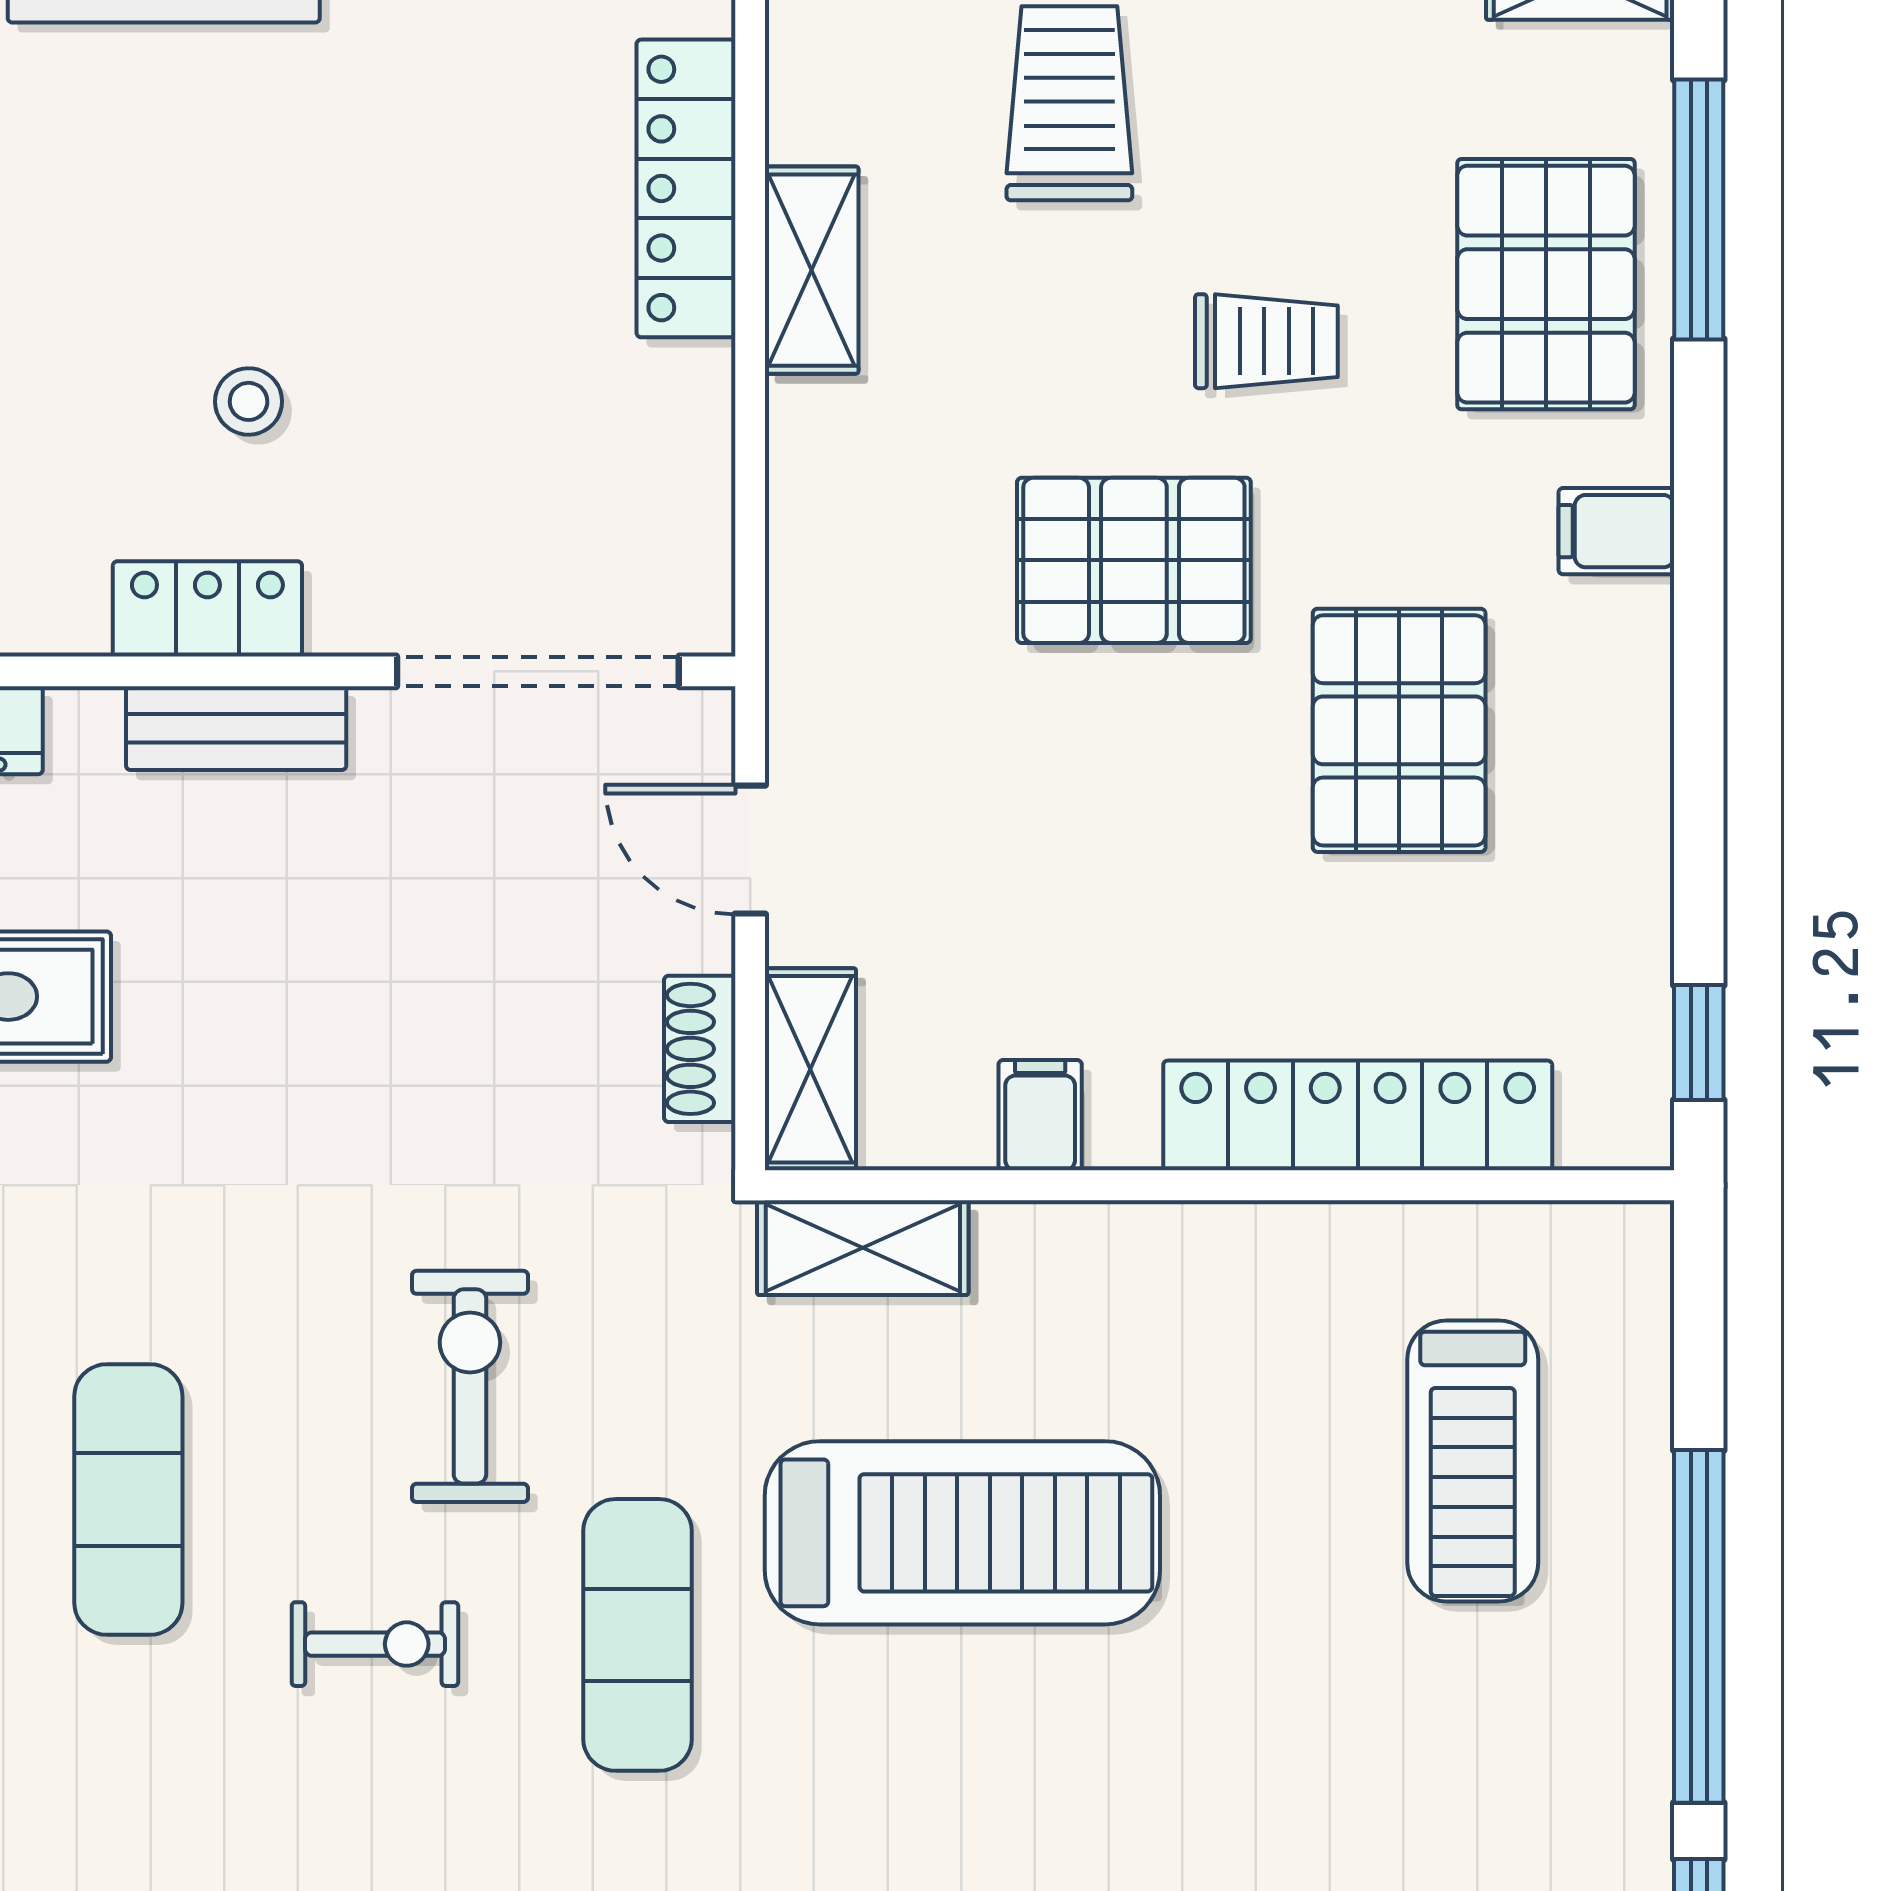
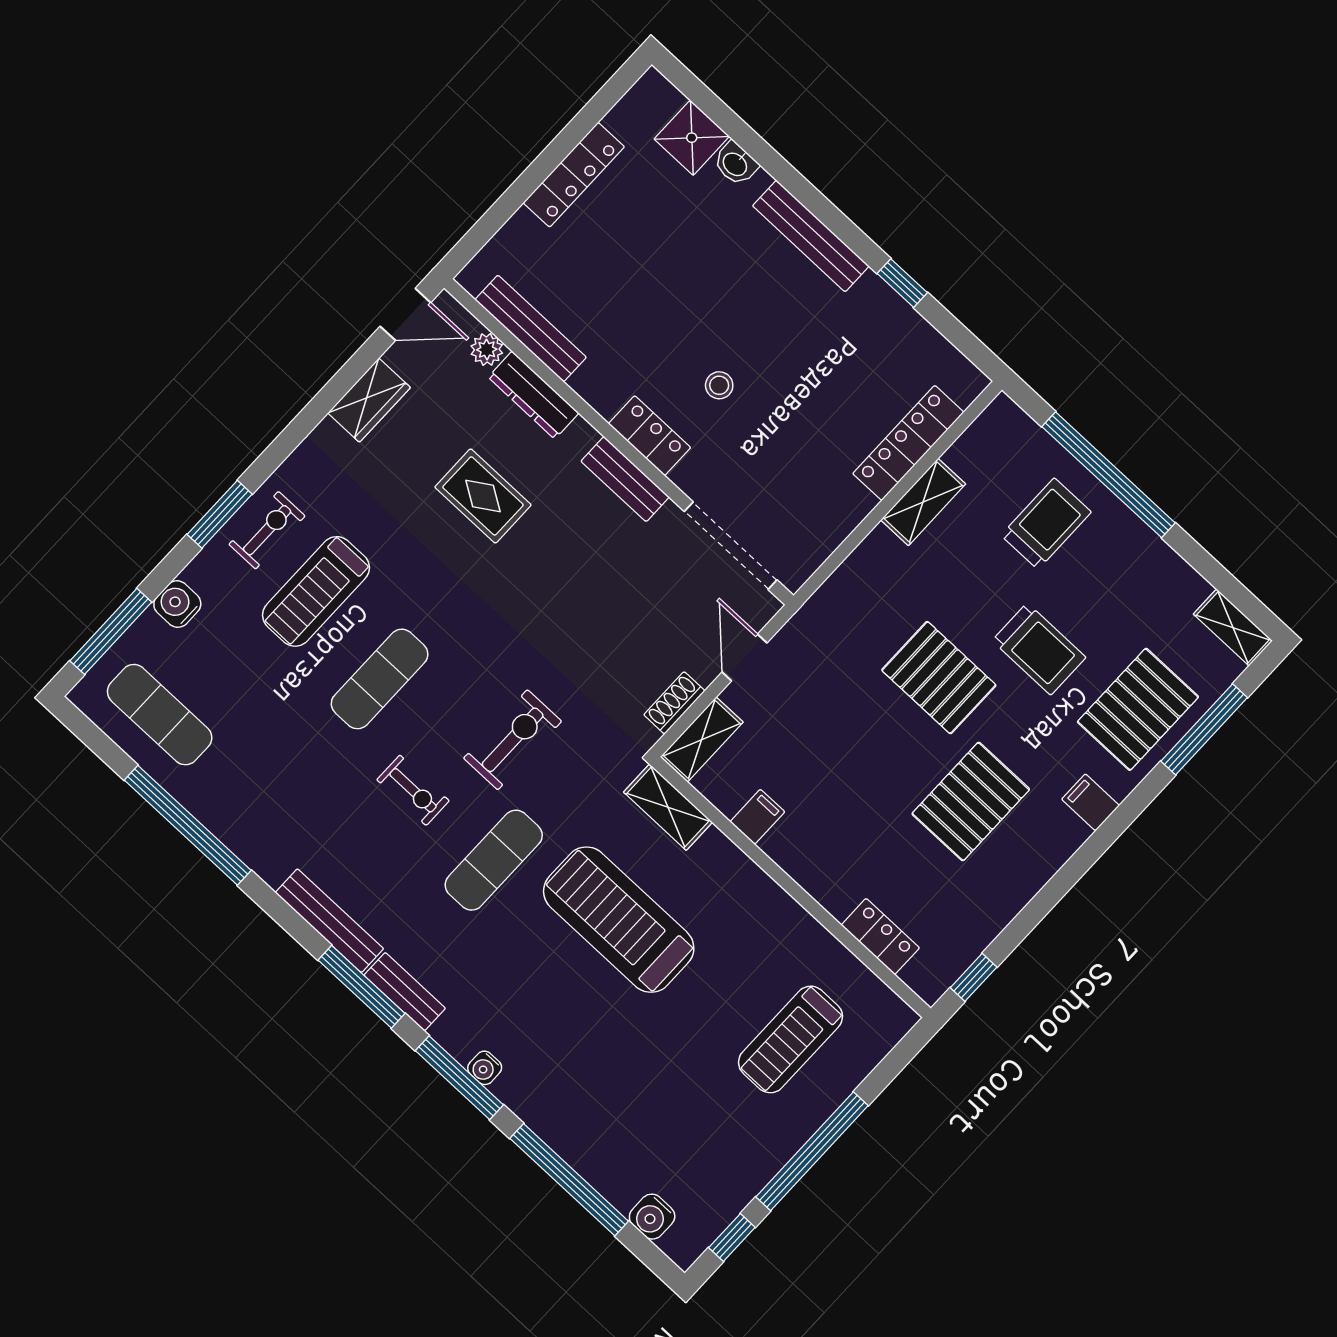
trolley: (1266, 341) -> (1039, 649), width x1.36, depth x1.39
locker: (1358, 1115) -> (880, 936), width x0.46, depth x0.83
treadmill: (962, 1533) -> (619, 920), turned 180

